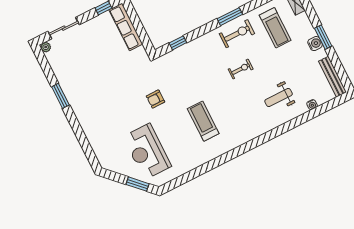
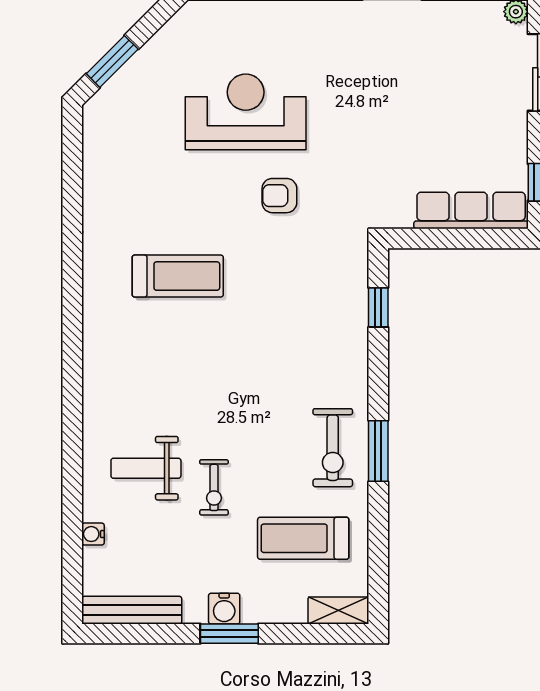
exercise bike: (241, 69) -> (214, 487), moved
weight bench: (279, 98) -> (146, 468), turned -90
armchair: (155, 99) -> (279, 196), turned -90
reception desk: (147, 151) -> (246, 112), moved

